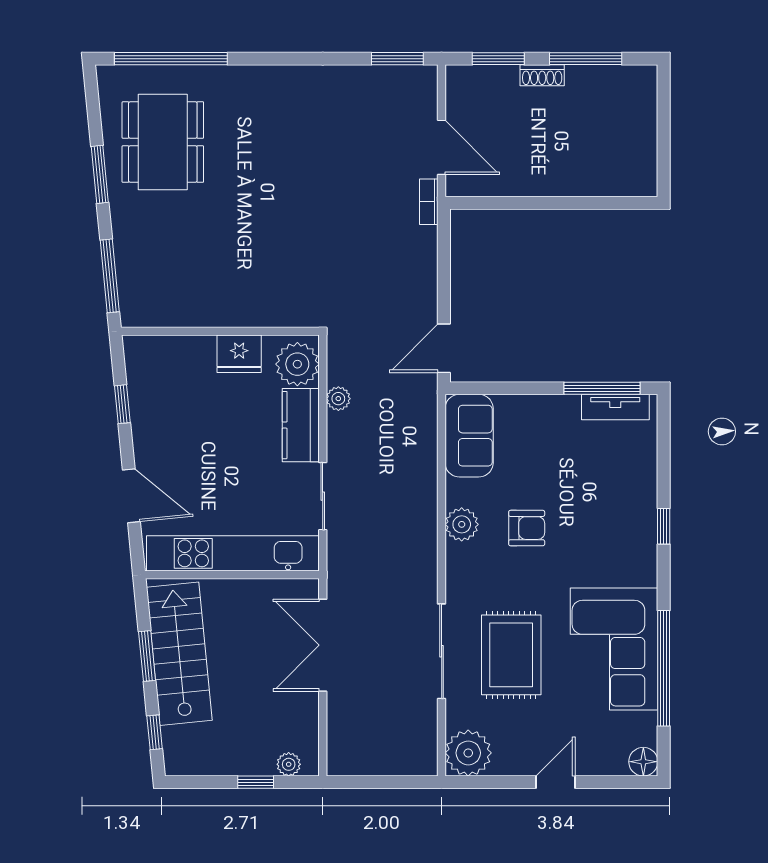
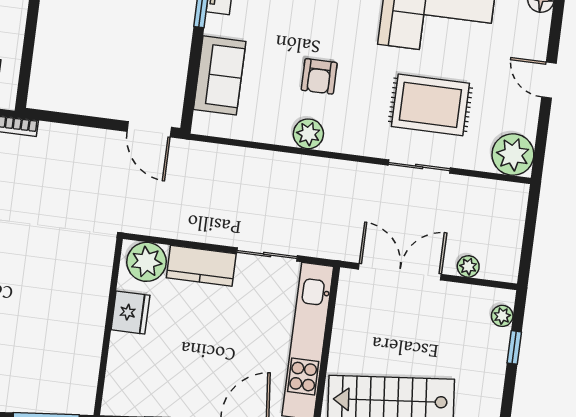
plant: (338, 399) -> (468, 266), moved
sofa: (469, 436) -> (220, 75), moved, turned 90
armchair: (527, 528) -> (319, 76), turned 180
double door: (323, 645) -> (400, 272), swing flipped
sliding door: (442, 651) -> (419, 167), width x0.73

